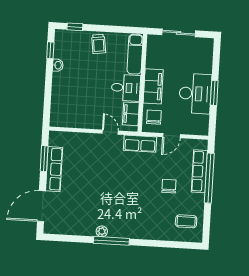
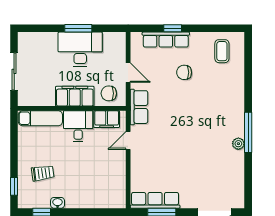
trolley: (99, 44) -> (43, 173), moved
row of seats: (54, 169) -> (155, 200), moved
window: (209, 178) -> (173, 28), width x0.32

